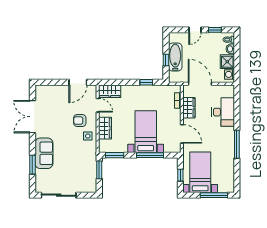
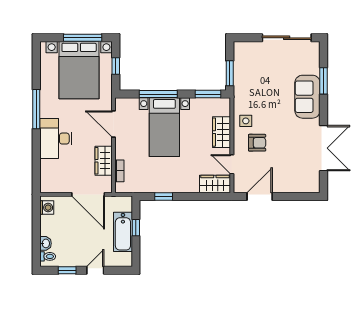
shower: (227, 62) -> (50, 225), removed
desk: (223, 112) -> (56, 139), moved
bed with nightstands: (200, 172) -> (79, 70), width x1.36
window: (214, 195) -> (83, 38), moved

